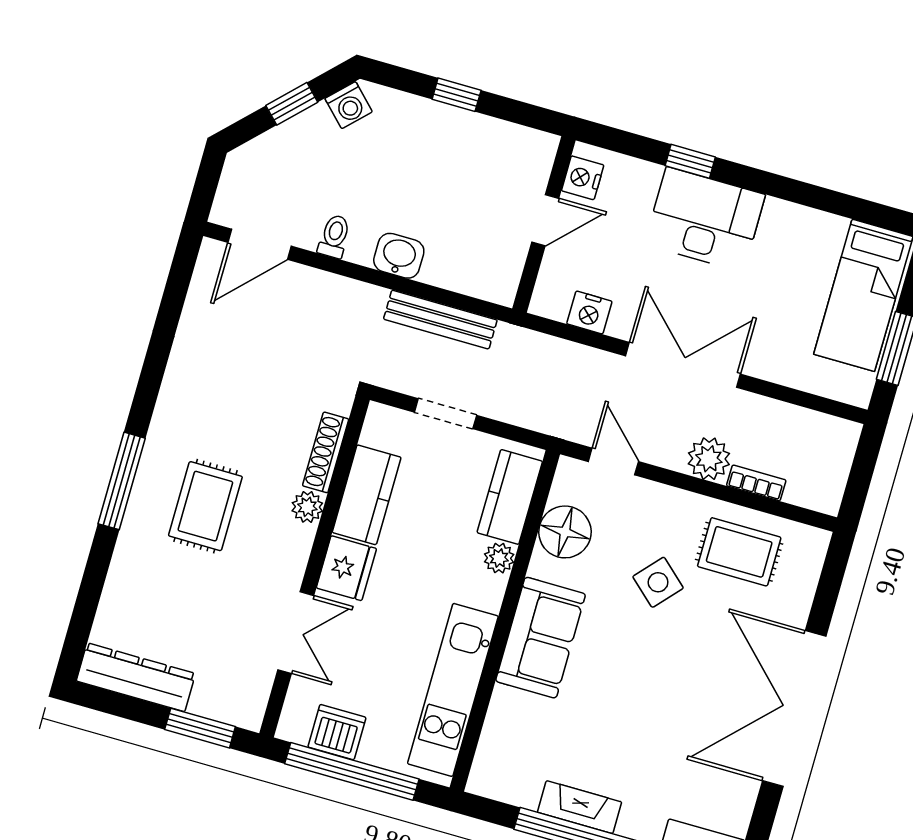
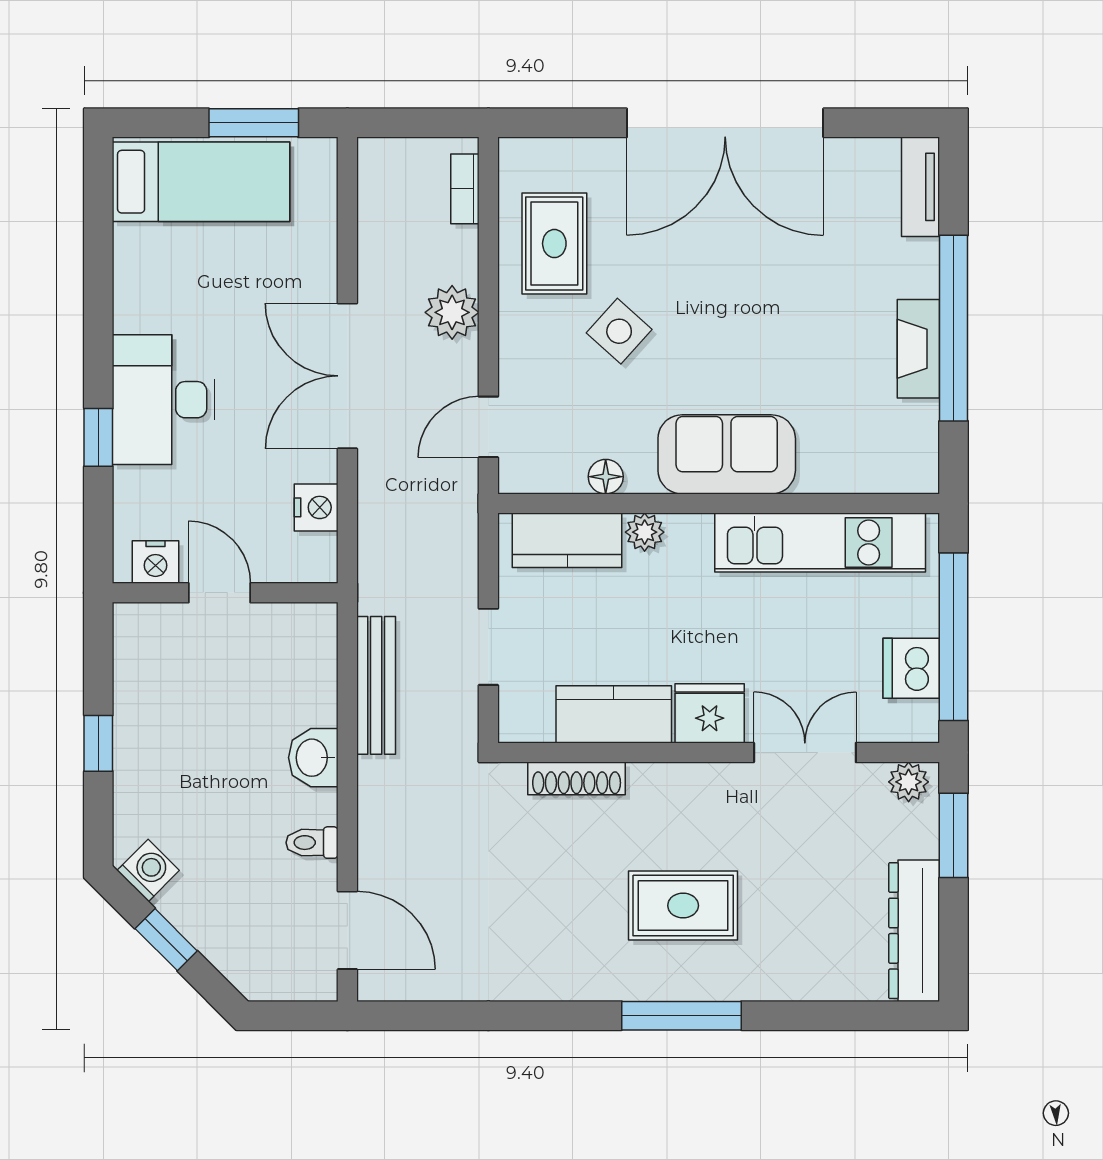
bookcase: (756, 483) -> (465, 189), moved
plant: (307, 507) -> (909, 782), moved
floor lamp: (565, 532) -> (606, 477), width x0.53, depth x0.53

